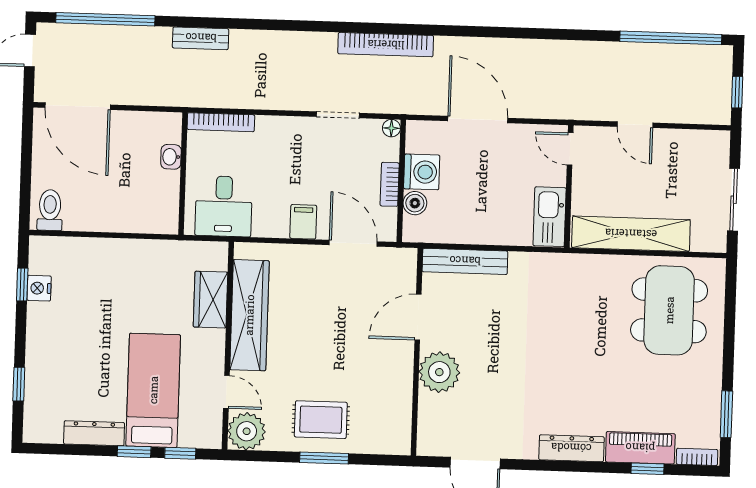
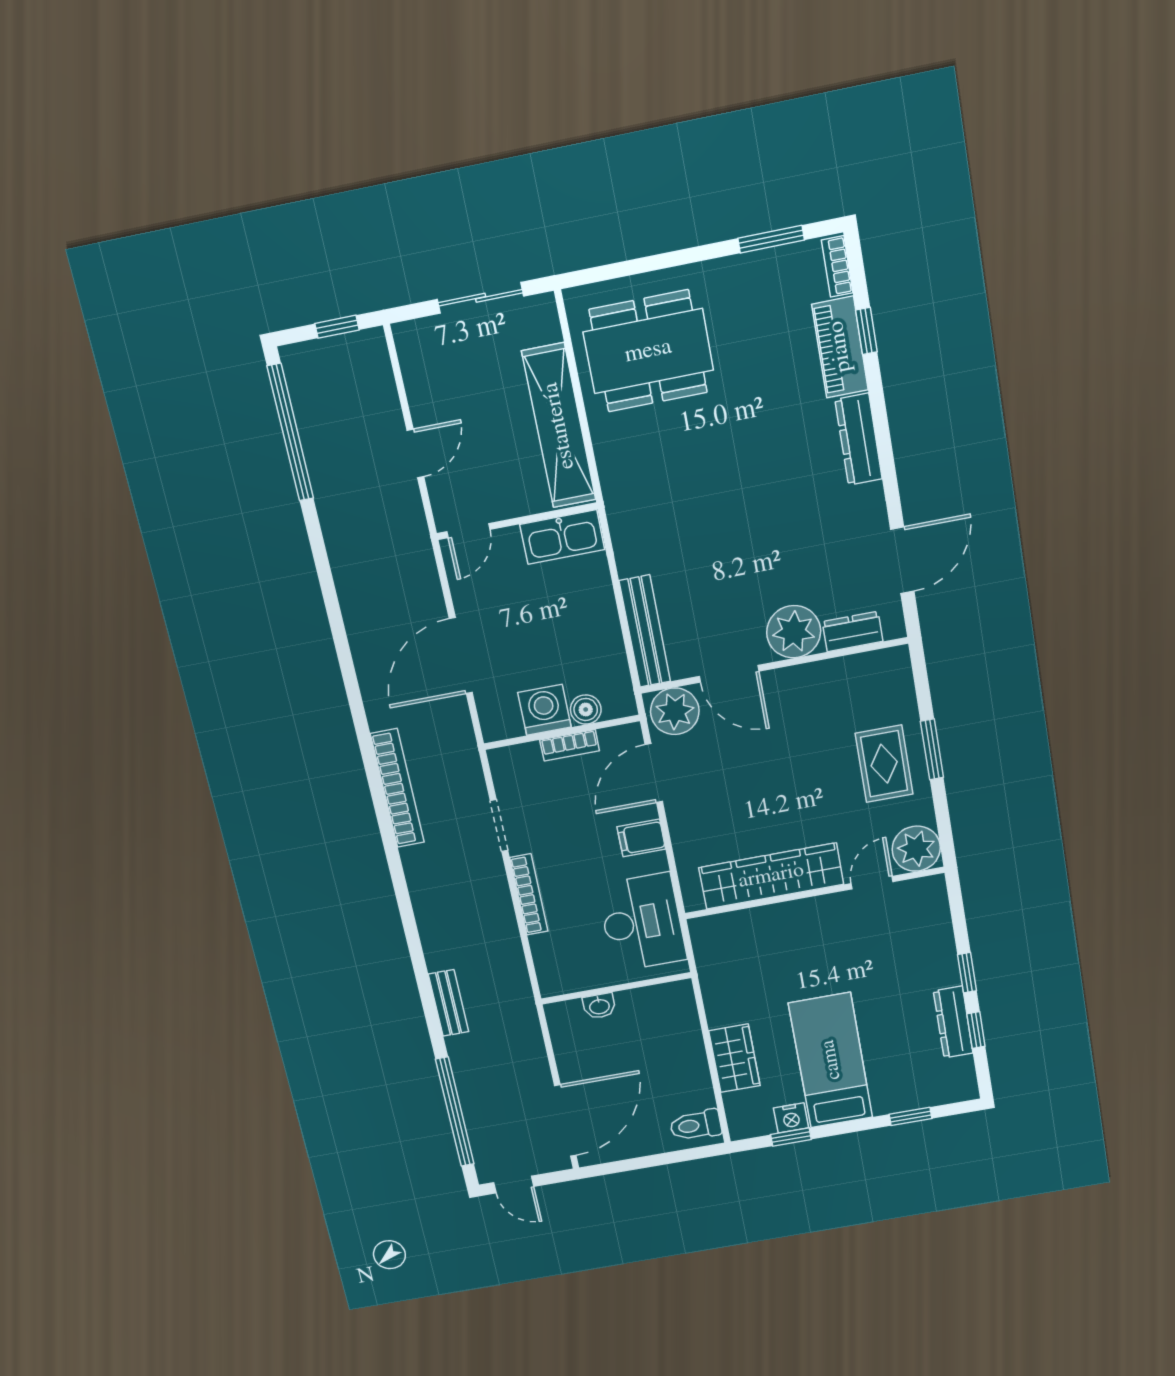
bookcase: (221, 122) -> (529, 894), moved
floor lamp: (391, 128) -> (499, 759), removed
desk: (224, 206) -> (642, 922), width x1.37
plant: (398, 270) -> (675, 711), added
wardrobe: (210, 300) -> (734, 1058), moved, turned -90
bed: (153, 390) -> (831, 1060), moved, turned 90
dresser: (429, 416) -> (853, 632), added
window: (180, 453) -> (976, 1030), moved

